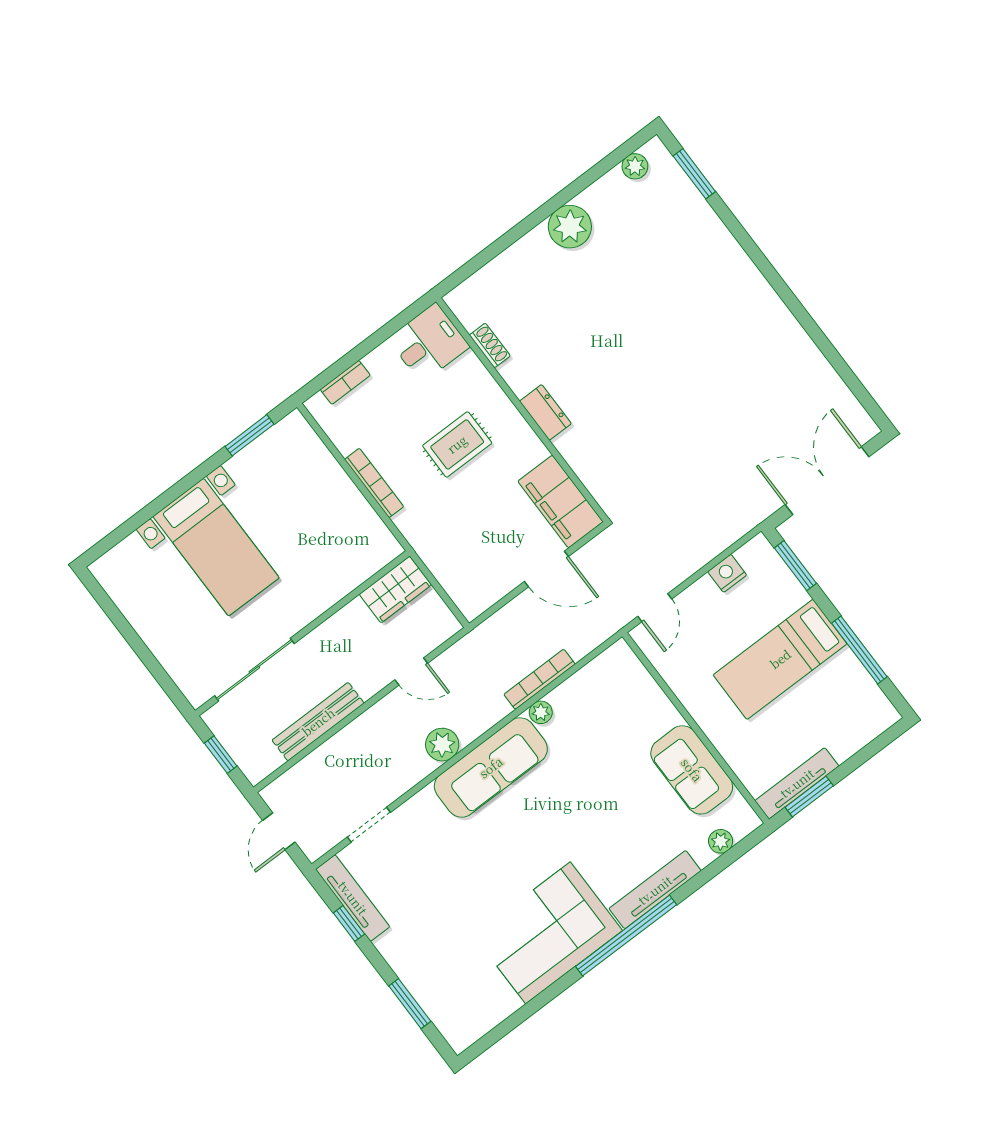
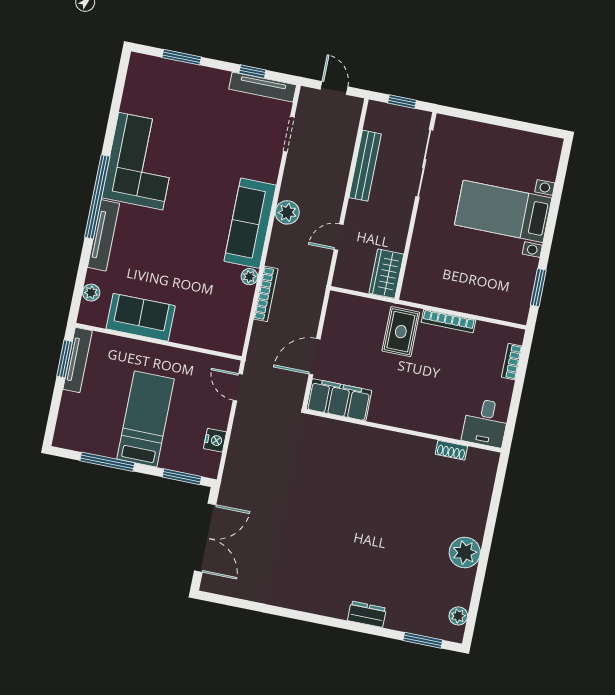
dresser: (545, 412) -> (367, 614), moved, turned 180
rug: (457, 444) -> (401, 332), moved

